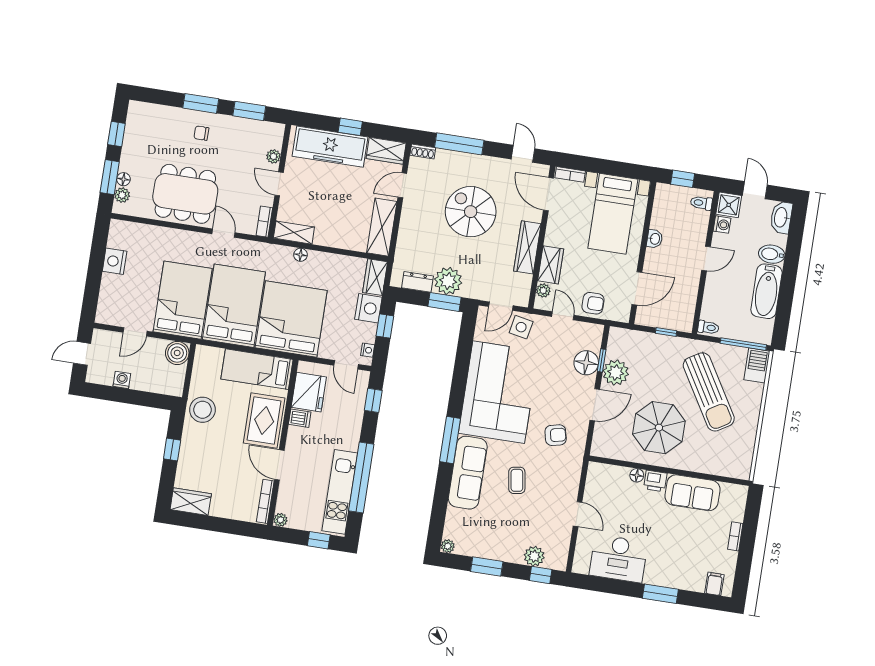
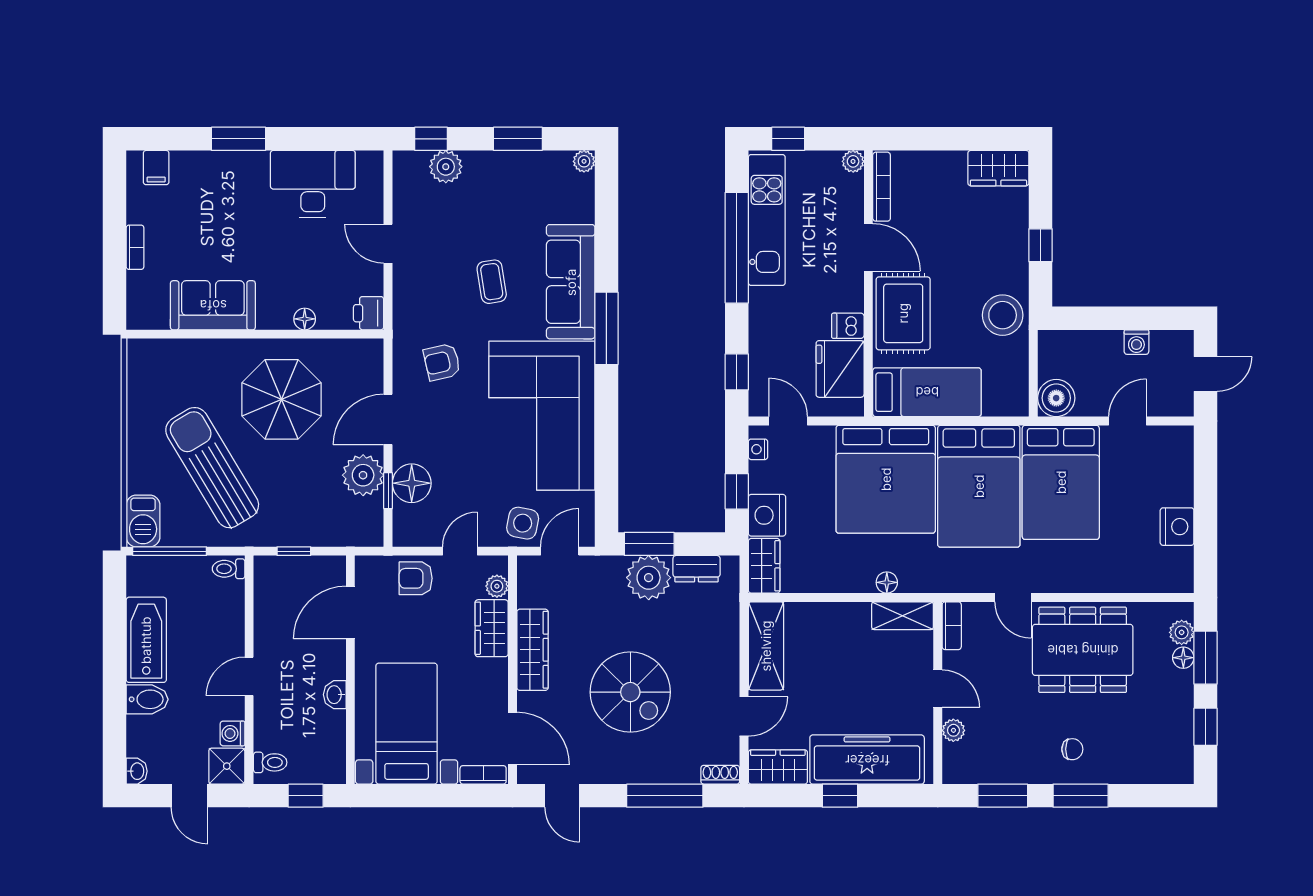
washbasin: (781, 217) -> (137, 771), width x0.52, depth x0.69
door: (563, 316) -> (460, 551), swing flipped
printer: (655, 481) -> (369, 313), moved, turned -90

